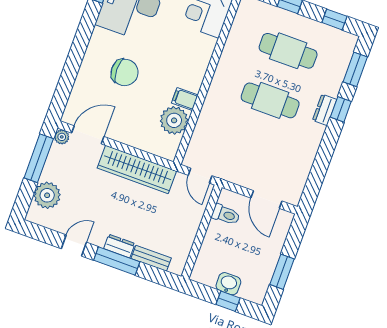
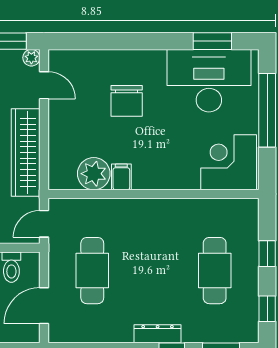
cafe table: (270, 100) -> (92, 271), moved
dresser: (325, 110) -> (158, 334), width x1.44
door: (88, 135) -> (44, 85), width x0.73

